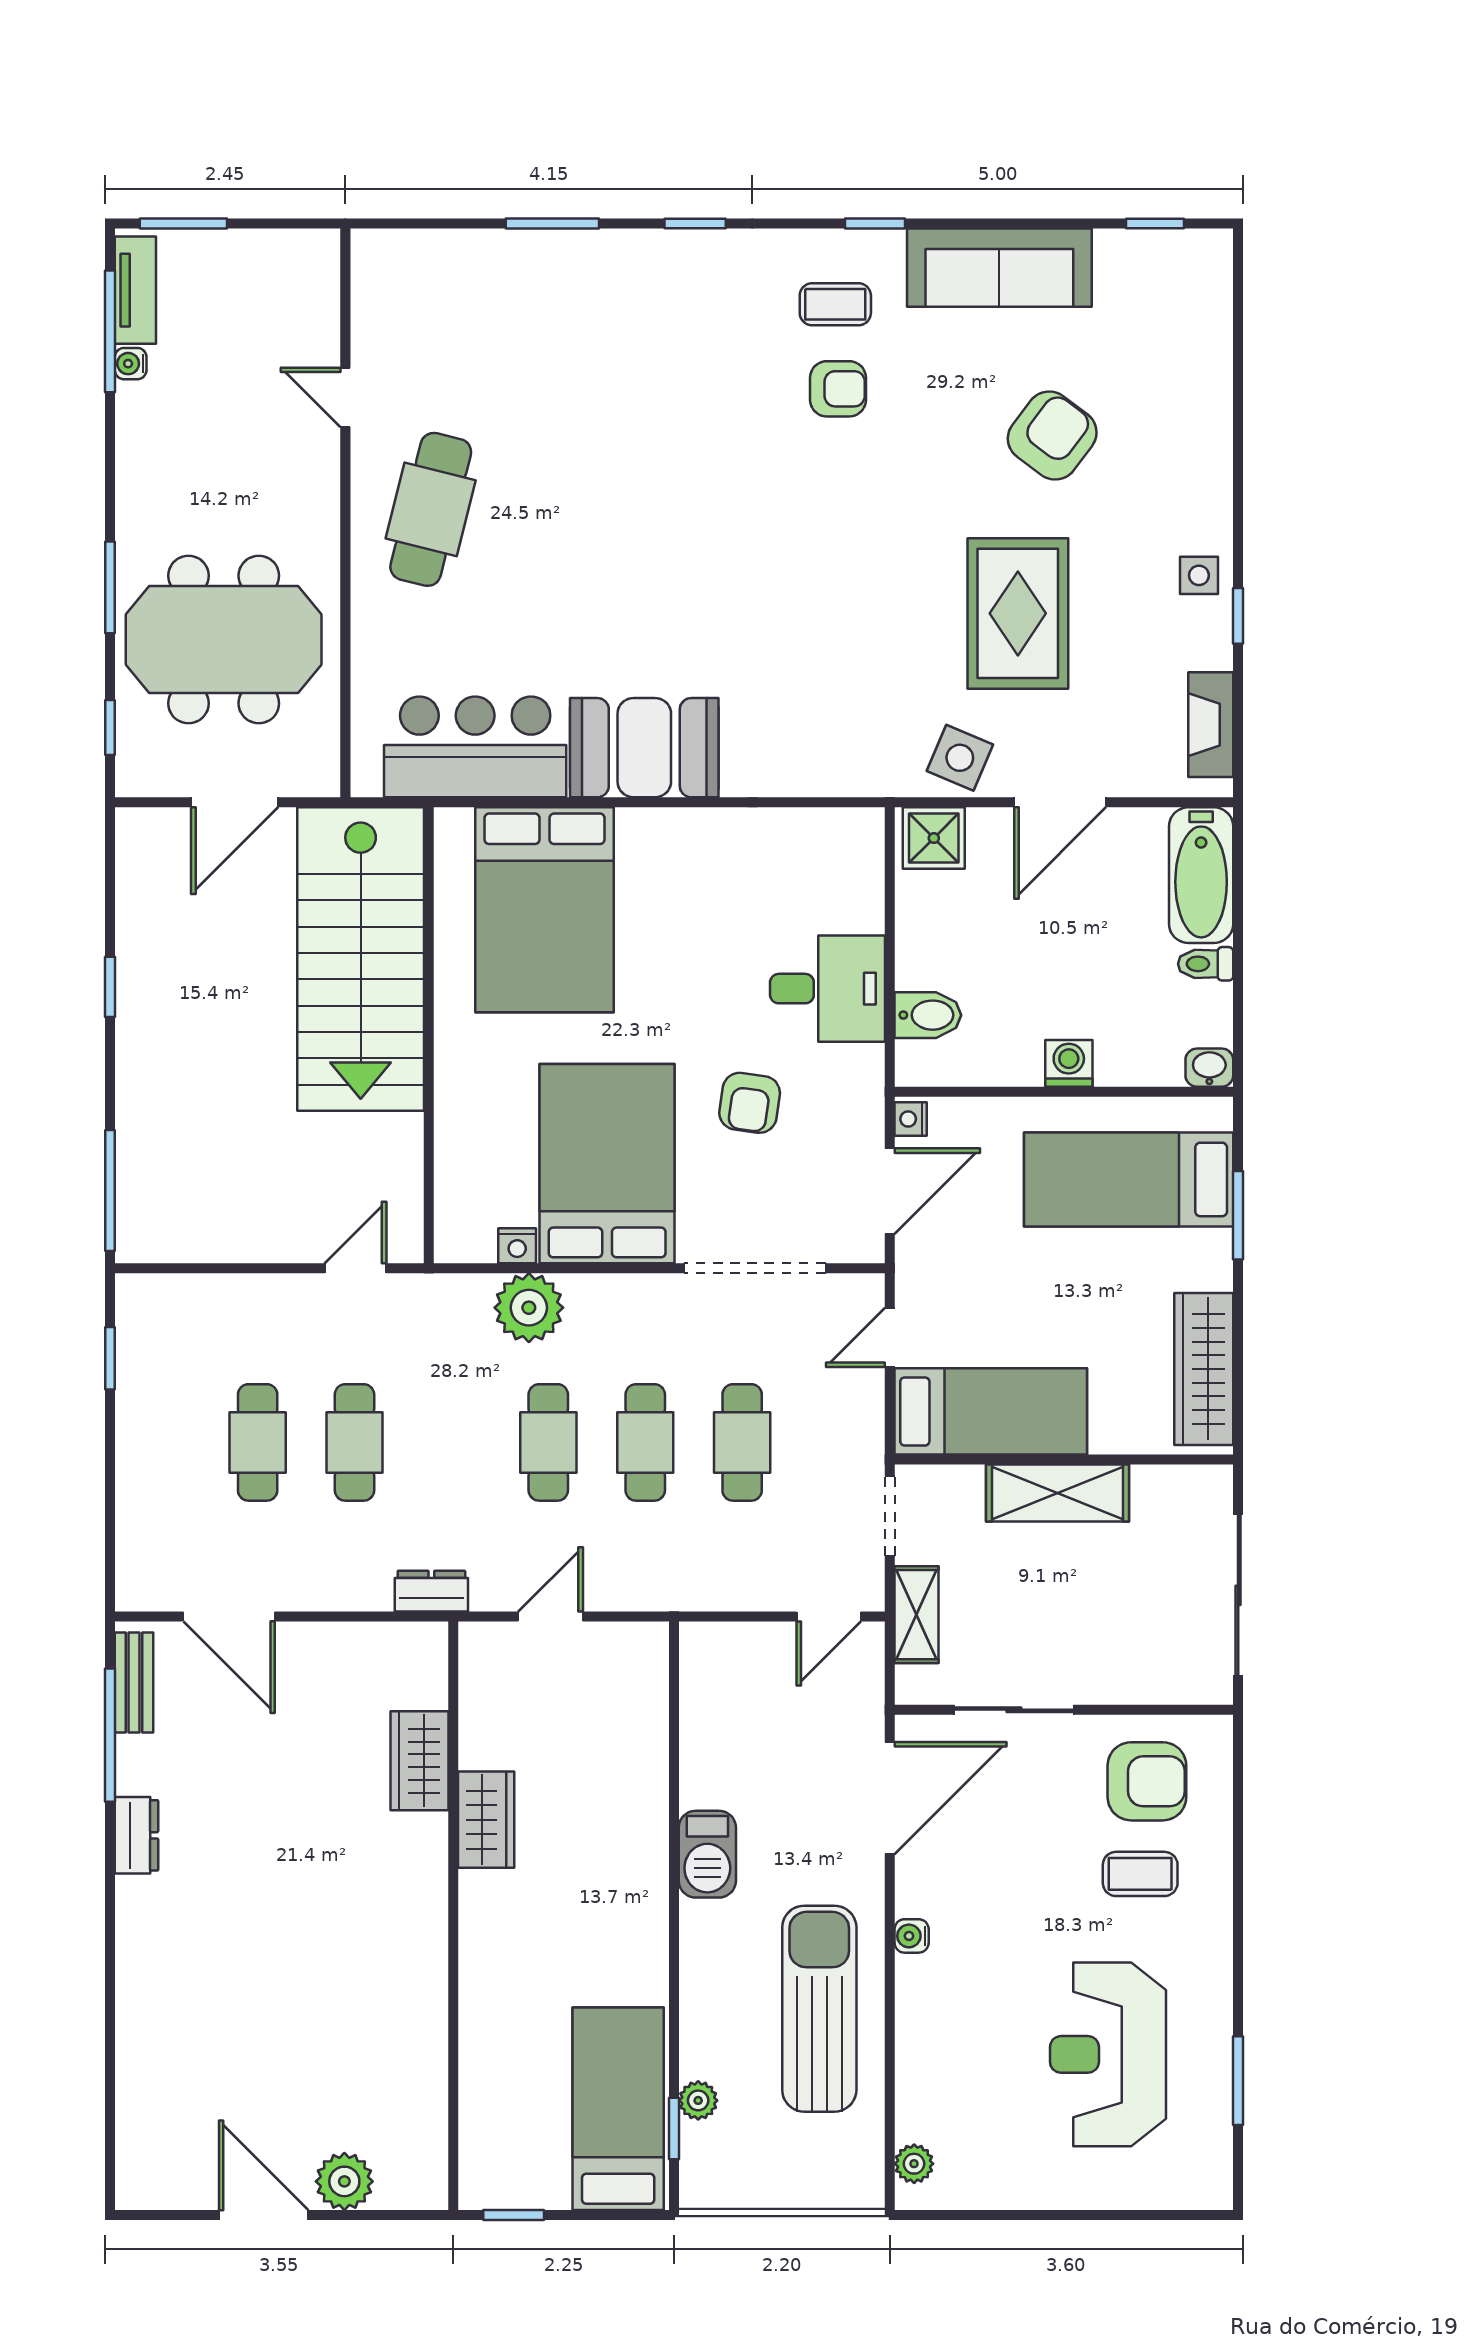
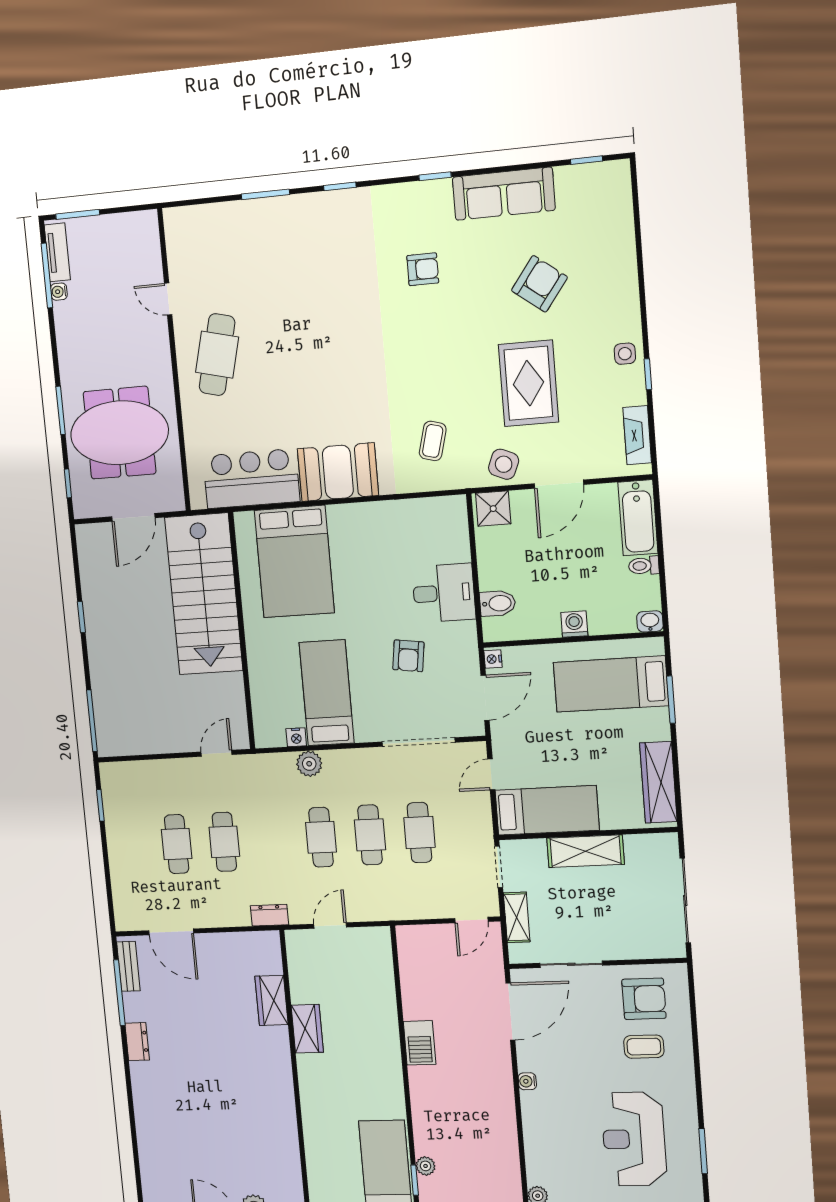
coffee table: (835, 304) -> (433, 441), moved, turned -75
bed: (607, 1164) -> (327, 693), width x0.67
plant: (529, 1308) -> (309, 764), width x0.73, depth x0.73
sun lounger: (819, 2009) -> (483, 1119), removed

